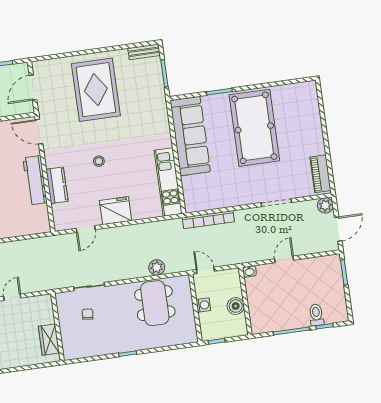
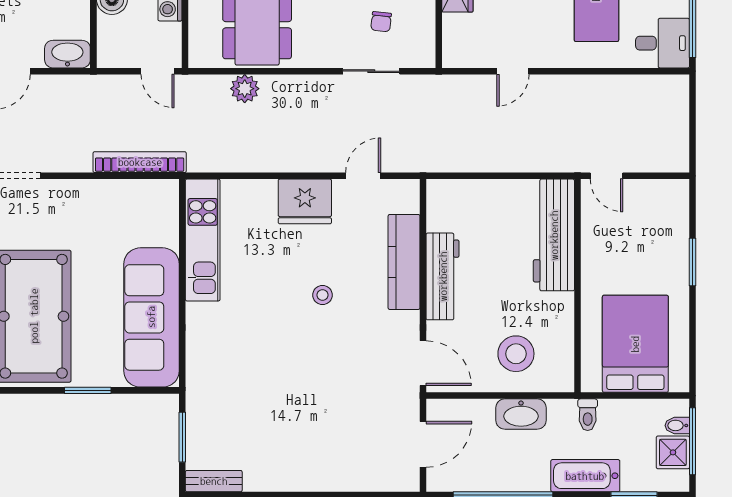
rug: (96, 90) -> (310, 425), removed
kitchen counter: (57, 185) -> (404, 262), width x1.50
washbasin: (249, 271) -> (67, 54), width x1.91, depth x1.45

